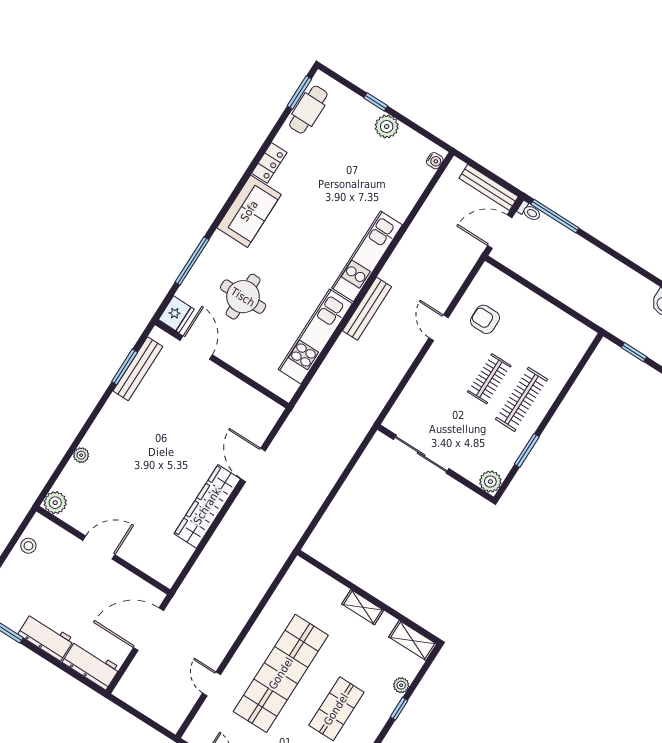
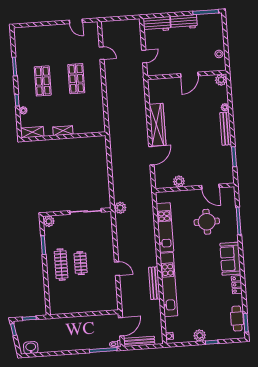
kitchen unit: (367, 256) -> (169, 285), width x1.36
bench: (367, 309) -> (154, 283), moved
fridge: (176, 314) -> (229, 194), removed
armchair: (485, 319) -> (100, 286), removed
bench: (138, 369) -> (226, 129), moved
plant: (240, 392) -> (179, 181), added
plant: (362, 419) -> (120, 208), added
door: (253, 465) -> (151, 156), hinge flipped
door: (149, 629) -> (144, 56), width x0.53
shop shelf: (281, 673) -> (76, 79), width x0.50, depth x0.74

